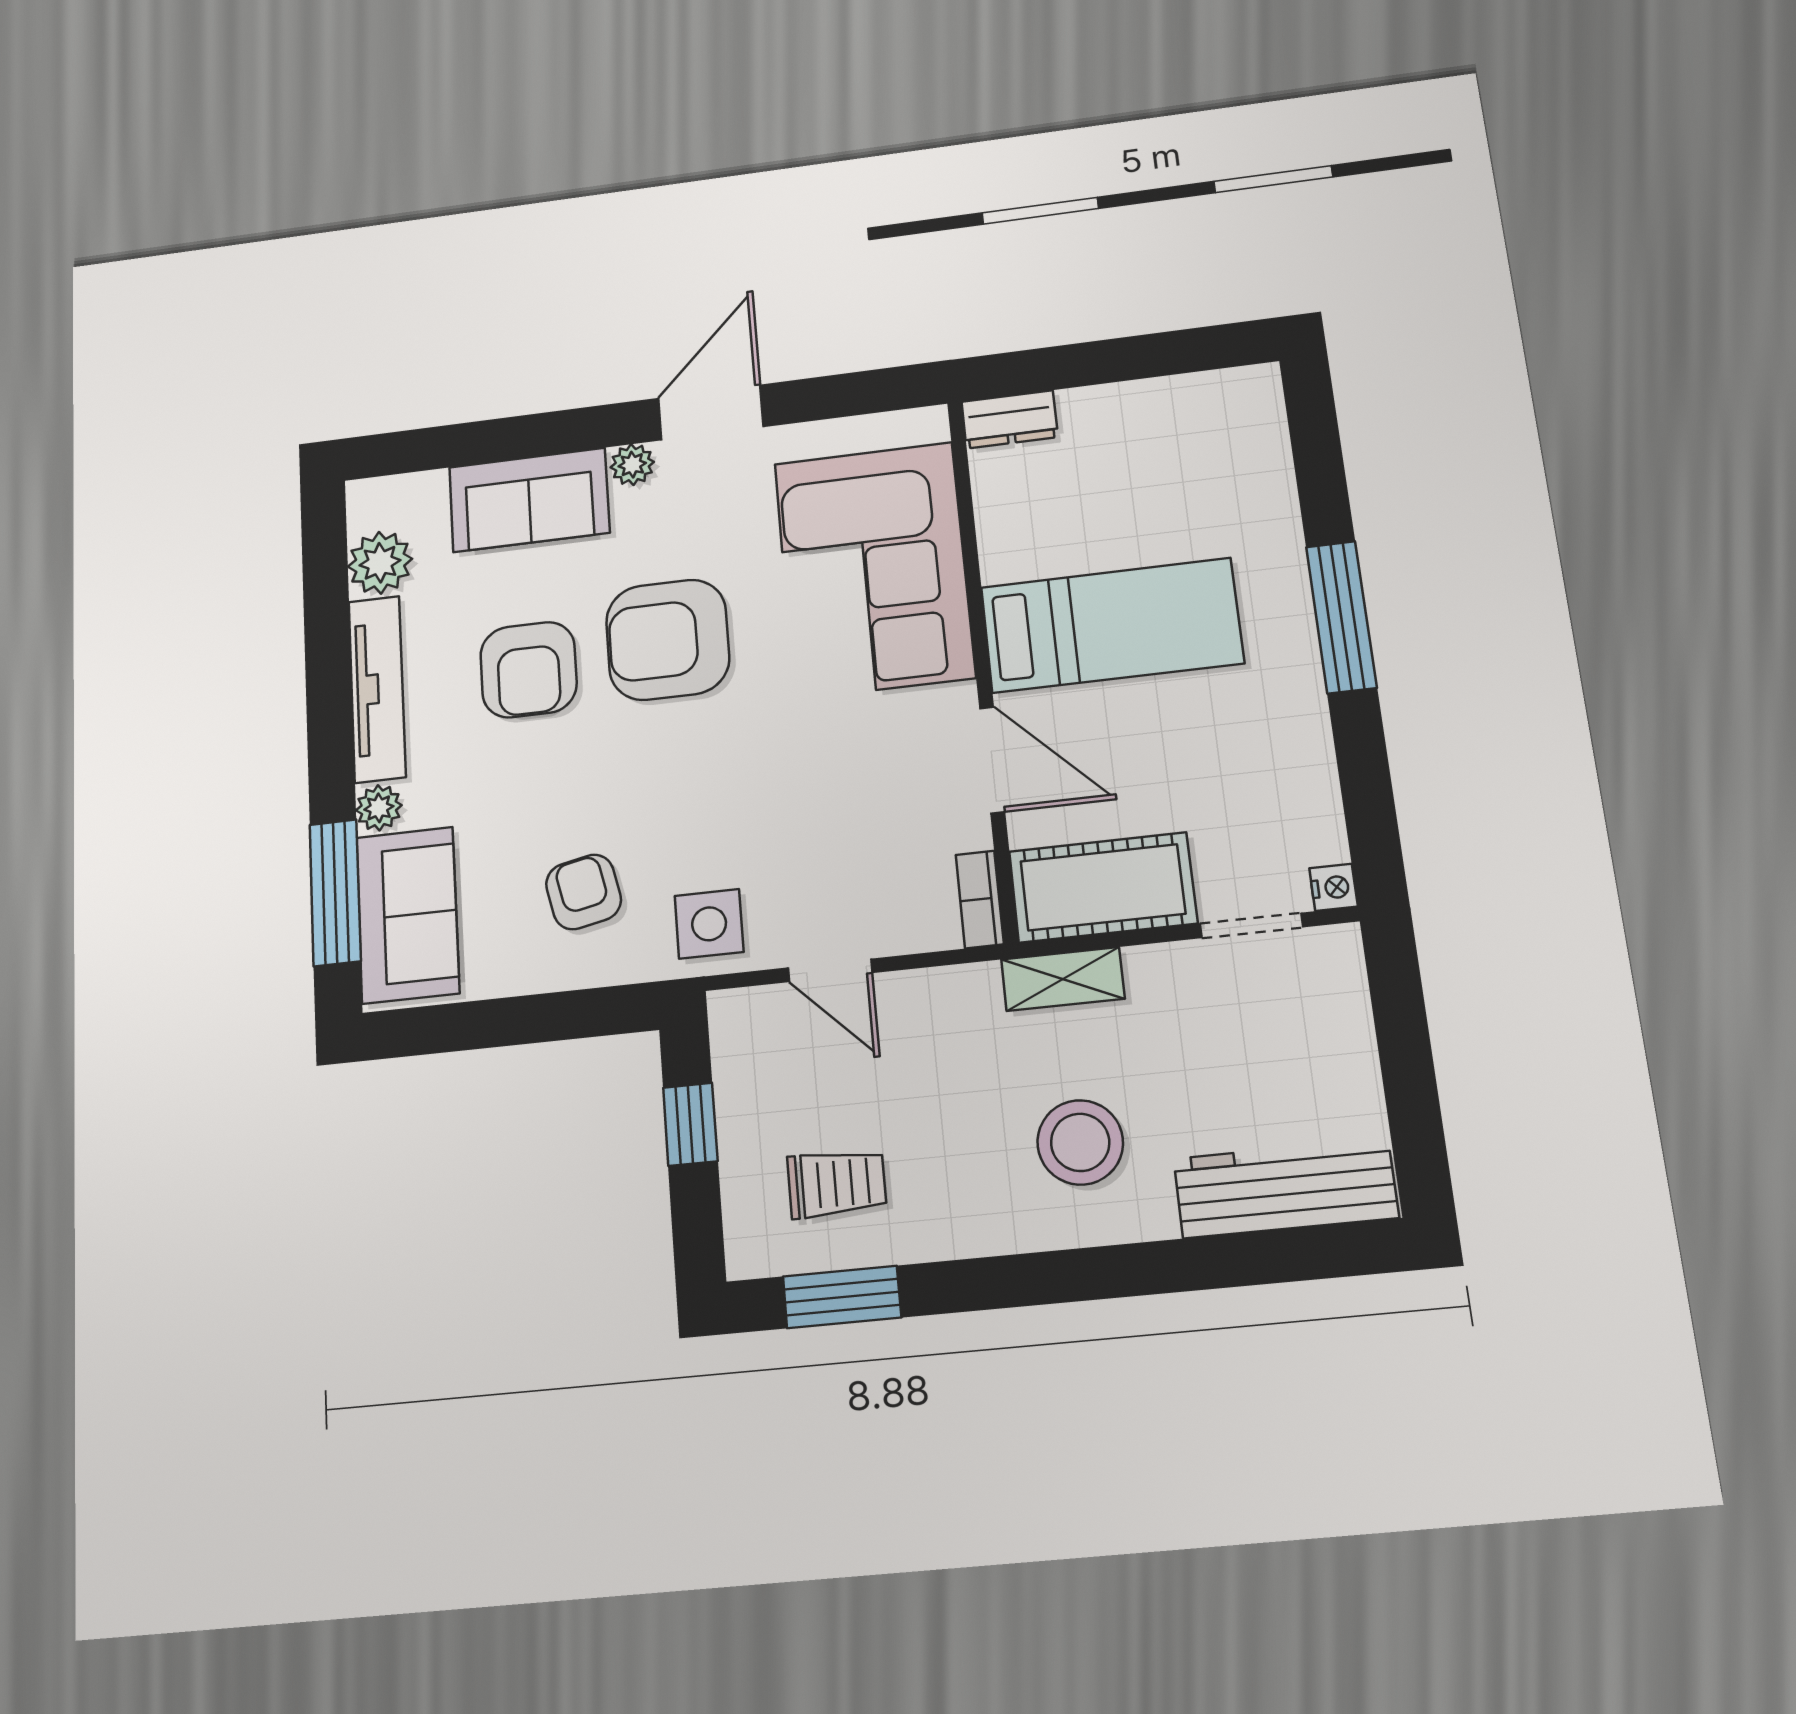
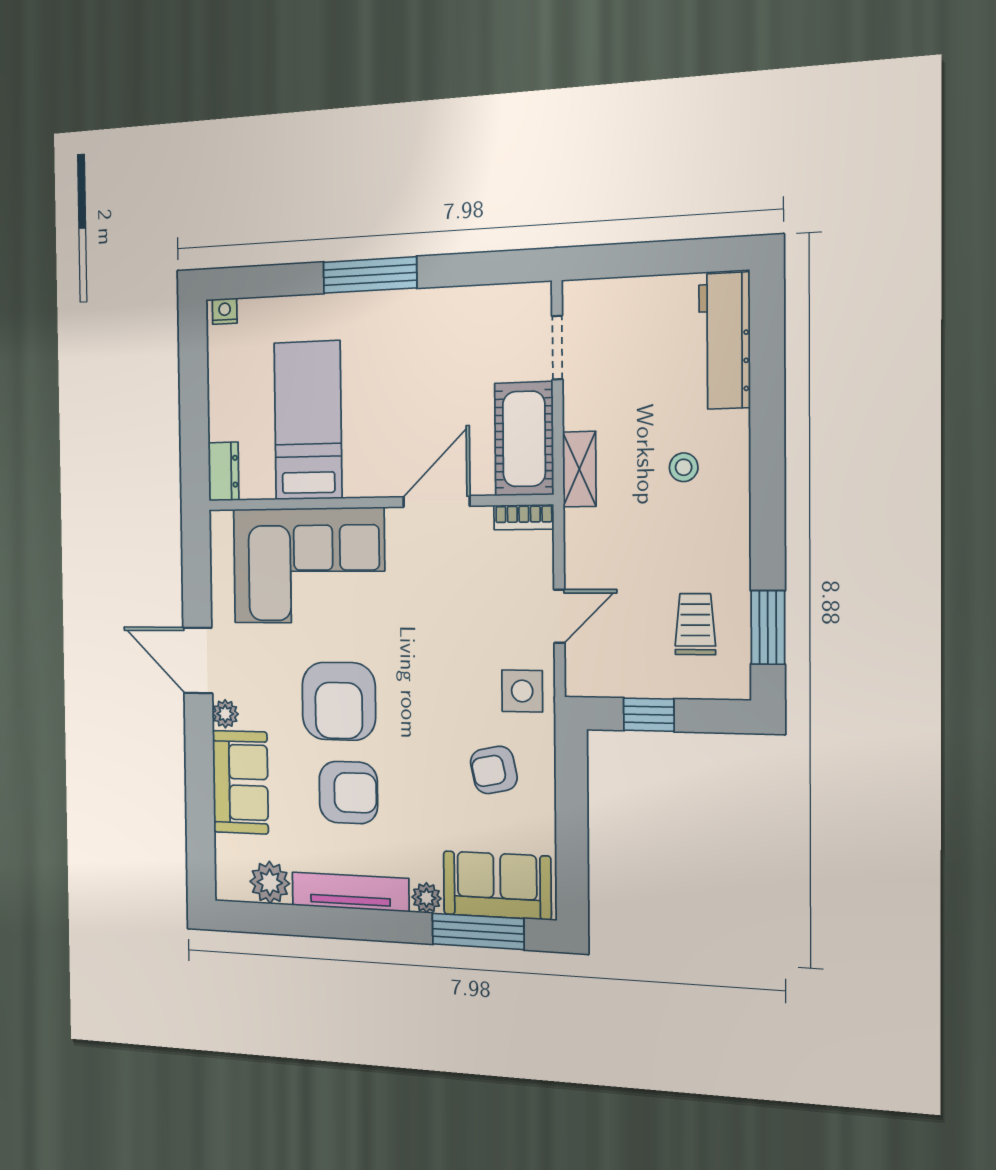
bed: (1112, 625) -> (308, 420), moved
nightstand: (1333, 887) -> (225, 311), moved
stool: (1080, 1142) -> (684, 467), width x0.53, depth x0.53

